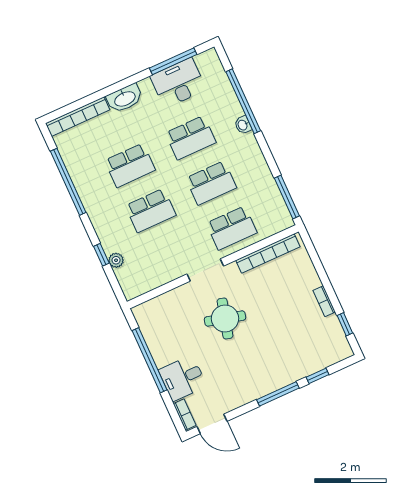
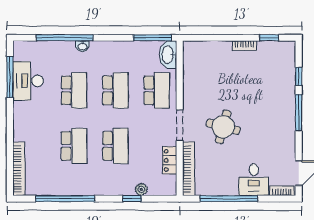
washbasin: (125, 98) -> (168, 55), moved, turned 180
bookcase: (268, 254) -> (189, 169), moved
locker: (162, 277) -> (170, 160), added

